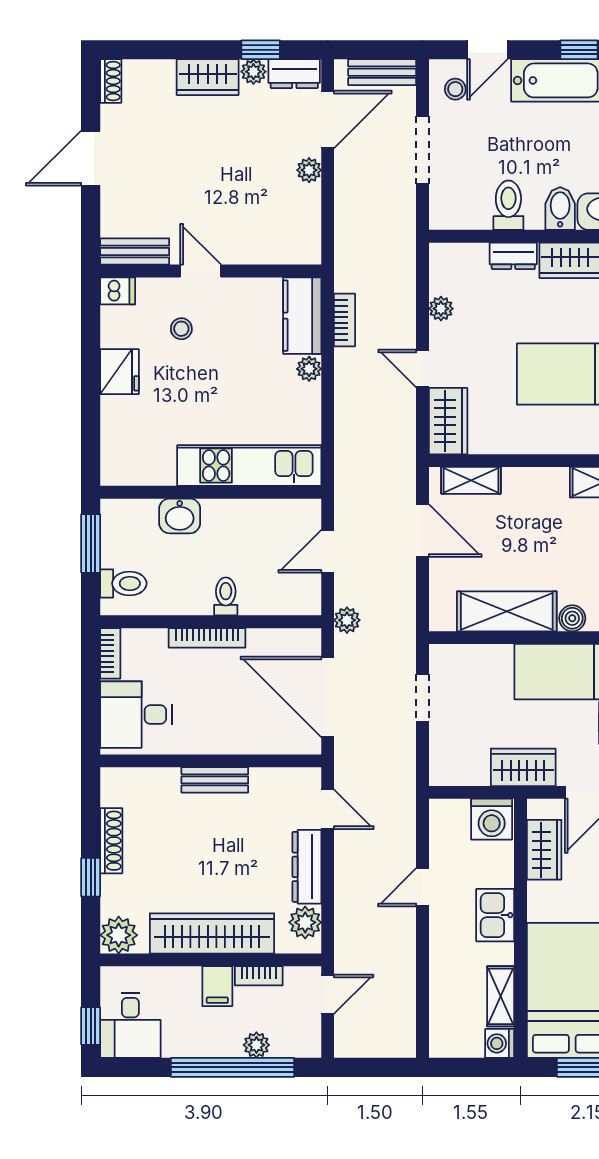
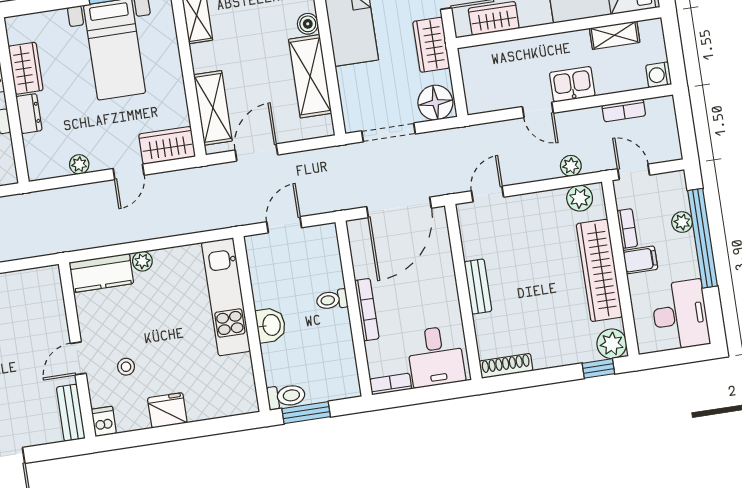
bookcase: (344, 320) -> (624, 110), moved, turned 180
shelving: (471, 480) -> (213, 108), width x1.50, depth x1.33
washbasin: (180, 516) -> (271, 325), moved
door: (328, 551) -> (284, 225), swing flipped
toilet: (123, 583) -> (286, 396), moved, turned 90
plant: (347, 620) -> (571, 166), moved
doorway: (422, 698) -> (389, 132), width x1.38
floor lamp: (451, 762) -> (435, 103), added
washing machine: (492, 819) -> (476, 63), removed
shoe rack: (111, 841) -> (506, 366), moved
dresser: (307, 867) -> (536, 203), removed
window: (91, 877) -> (598, 368), moved
kitchen sink: (495, 915) -> (572, 84), moved, turned 180
desk: (130, 1025) -> (680, 315), width x1.37
window: (91, 1026) -> (687, 355), removed
washing machine: (500, 1043) -> (659, 75), moved, turned 90

